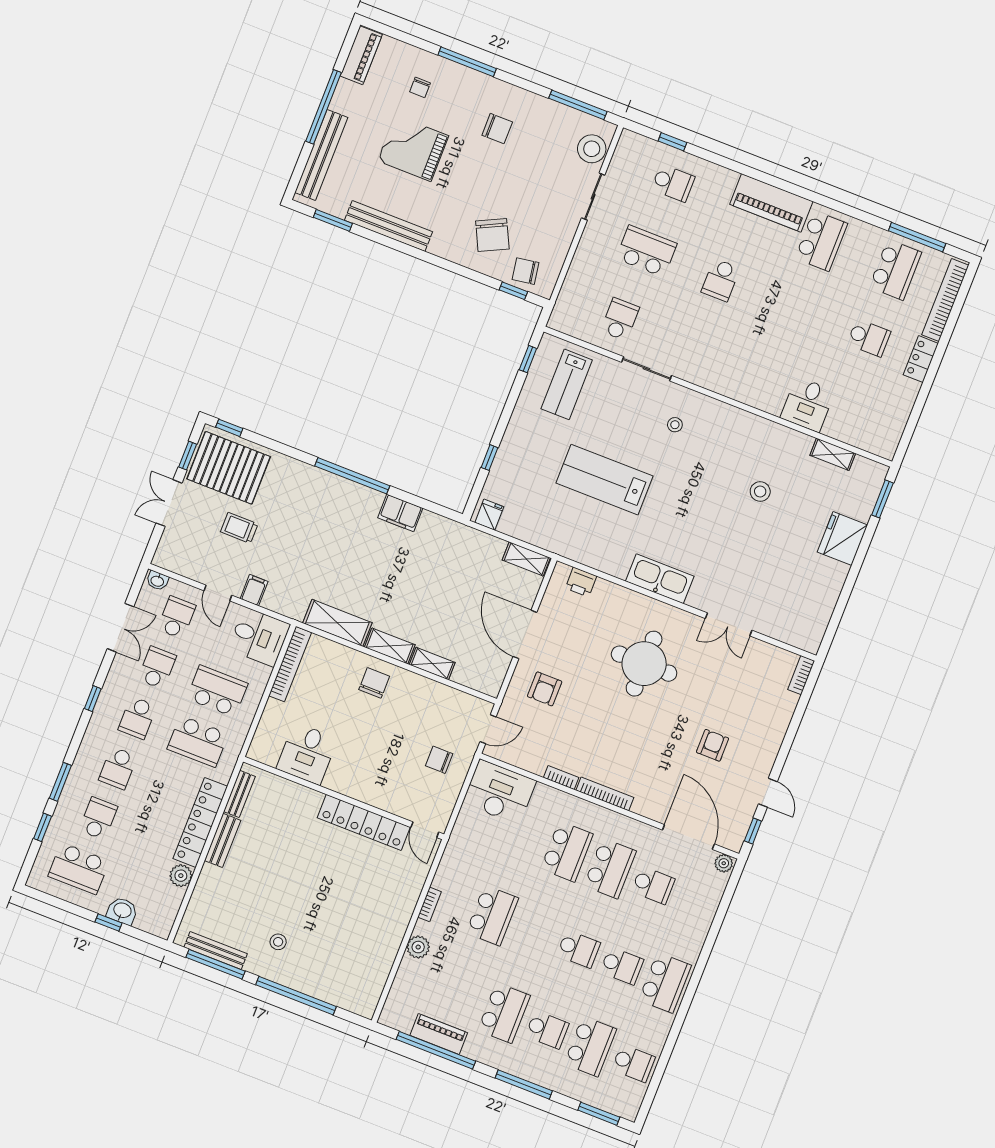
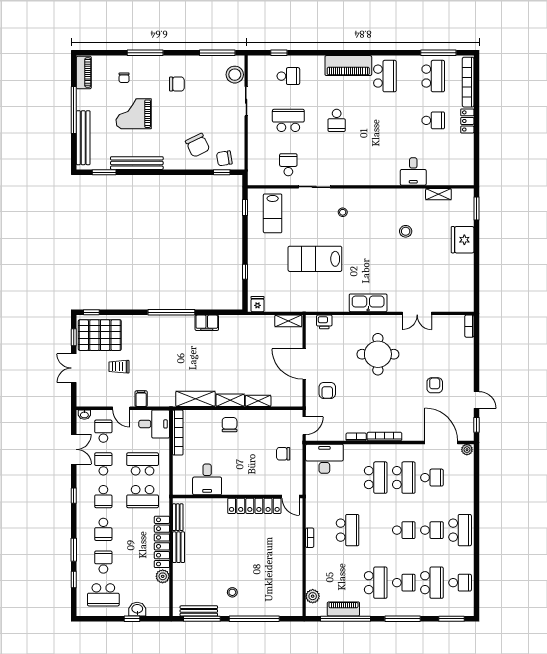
plant: (418, 947) -> (313, 596), moved

